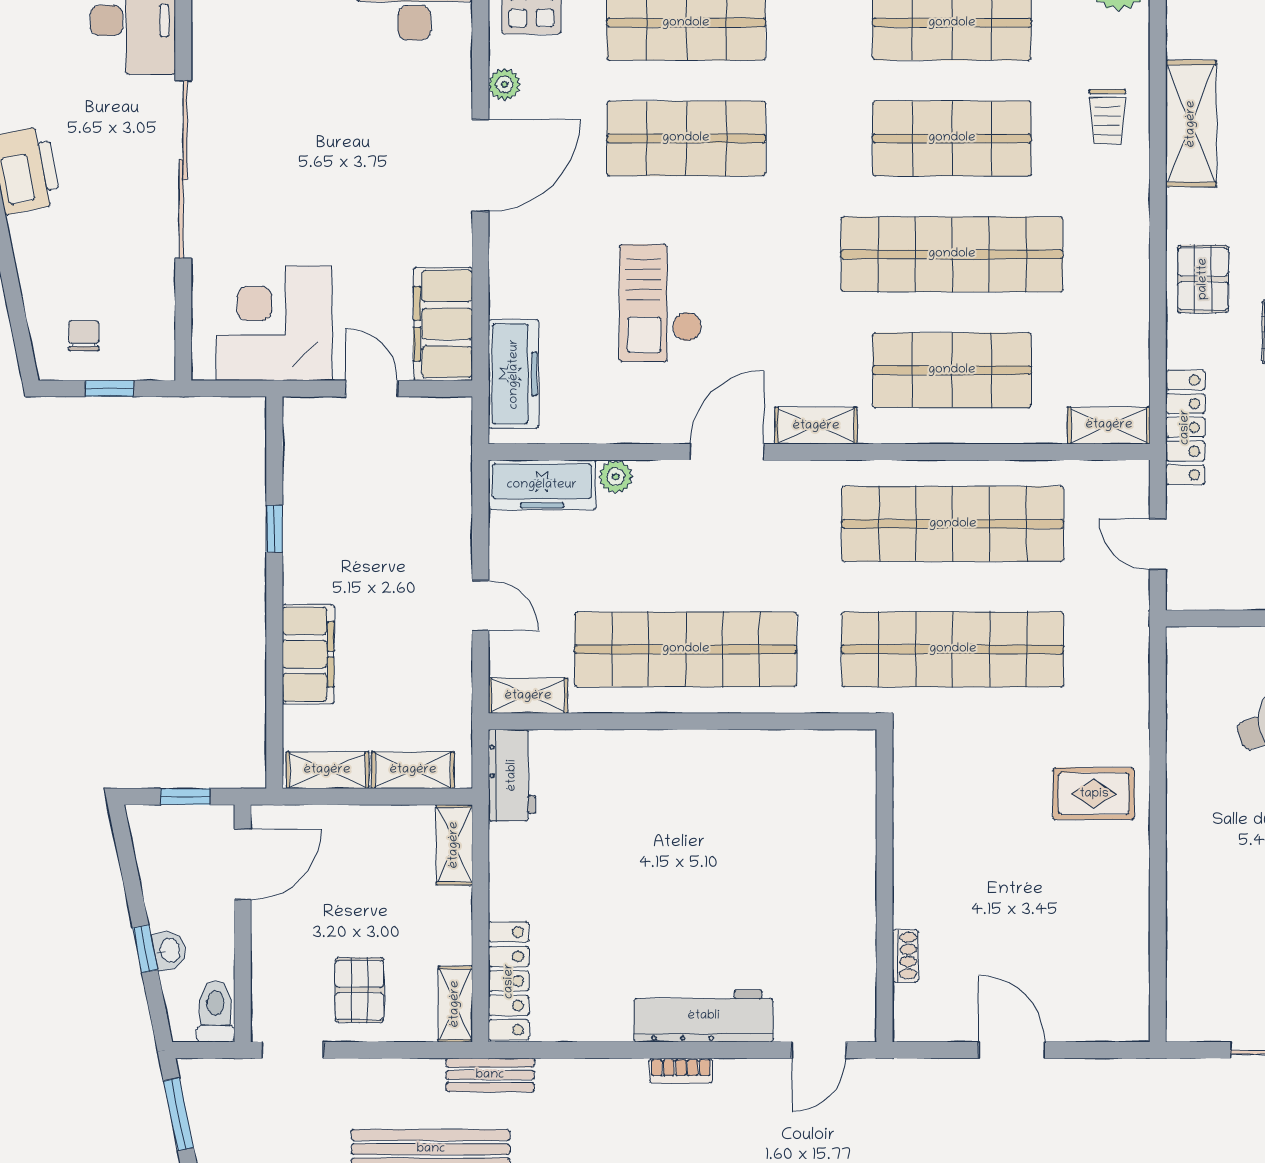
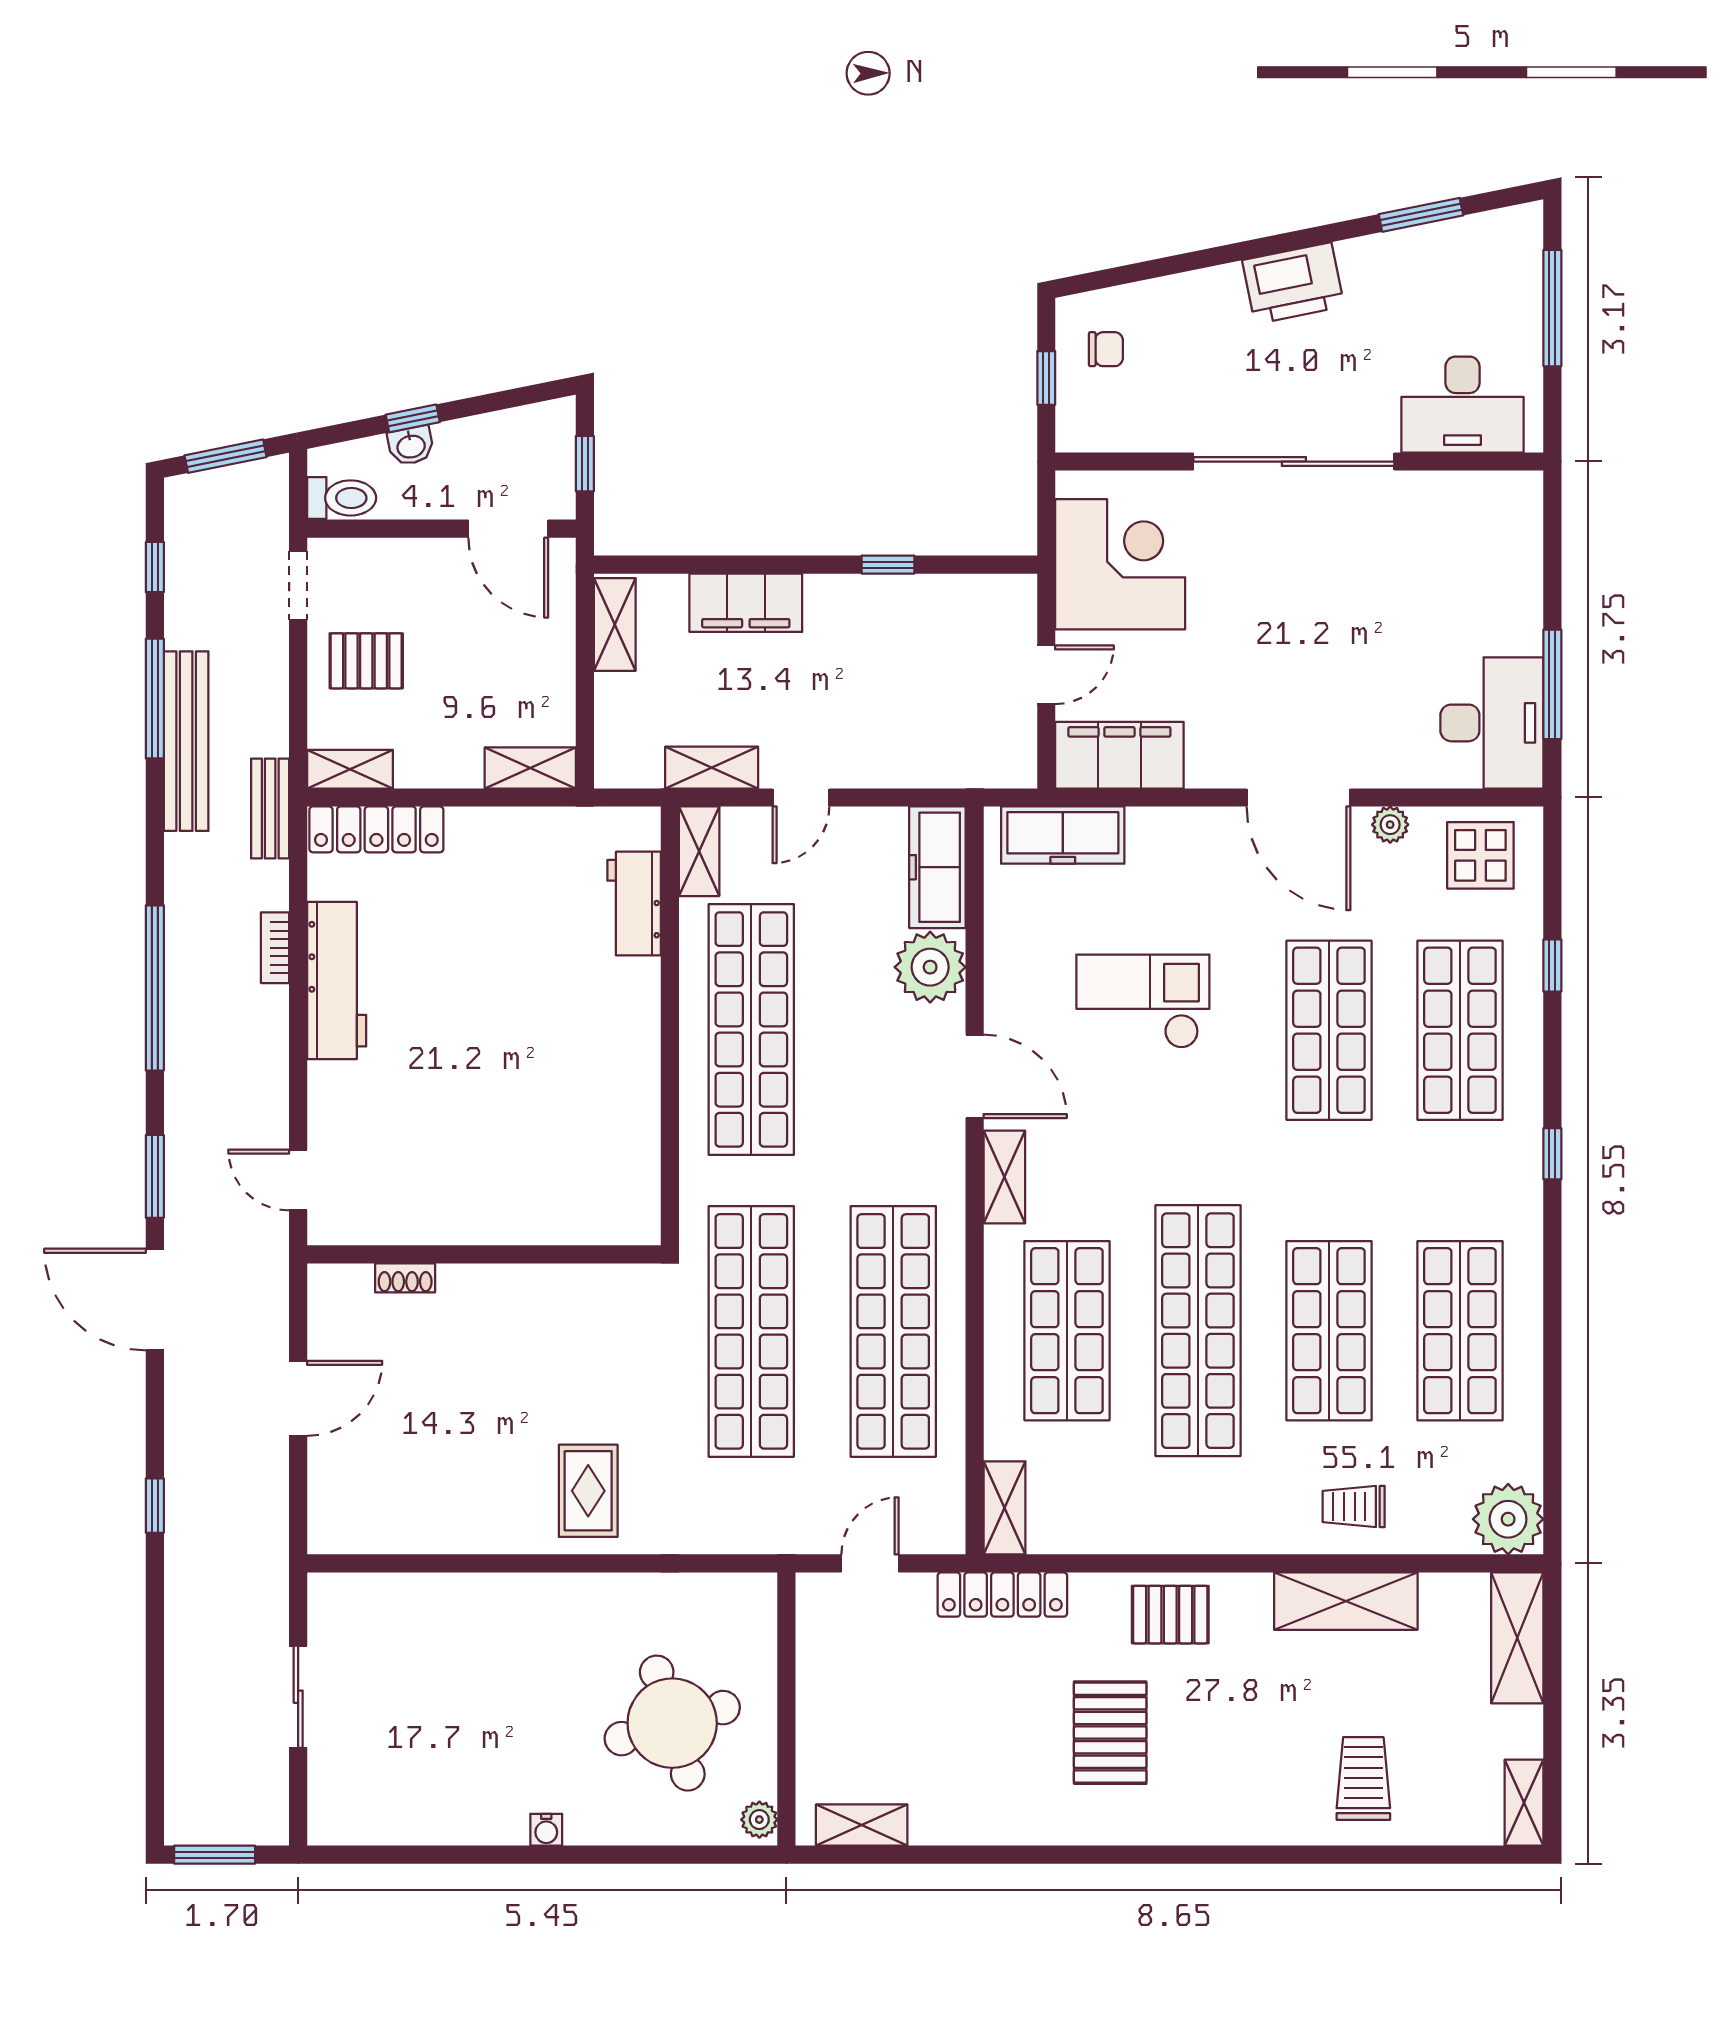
plant: (616, 477) -> (930, 967), width x1.87, depth x1.87
shelving: (413, 770) -> (712, 768), moved, turned 90
workbench: (512, 775) -> (634, 904), moved, turned 90
workbench: (704, 1016) -> (337, 980), moved
bookcase: (681, 1071) -> (275, 948), moved

